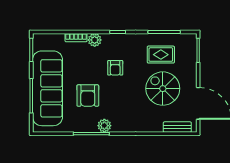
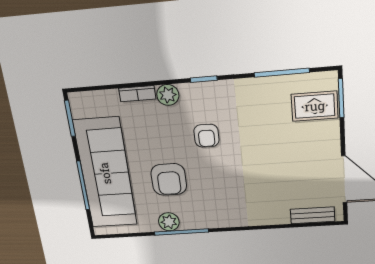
rug: (161, 55) -> (315, 106), moved
spiral stairs: (163, 89) -> (286, 161), removed
plant: (104, 126) -> (169, 222), moved

